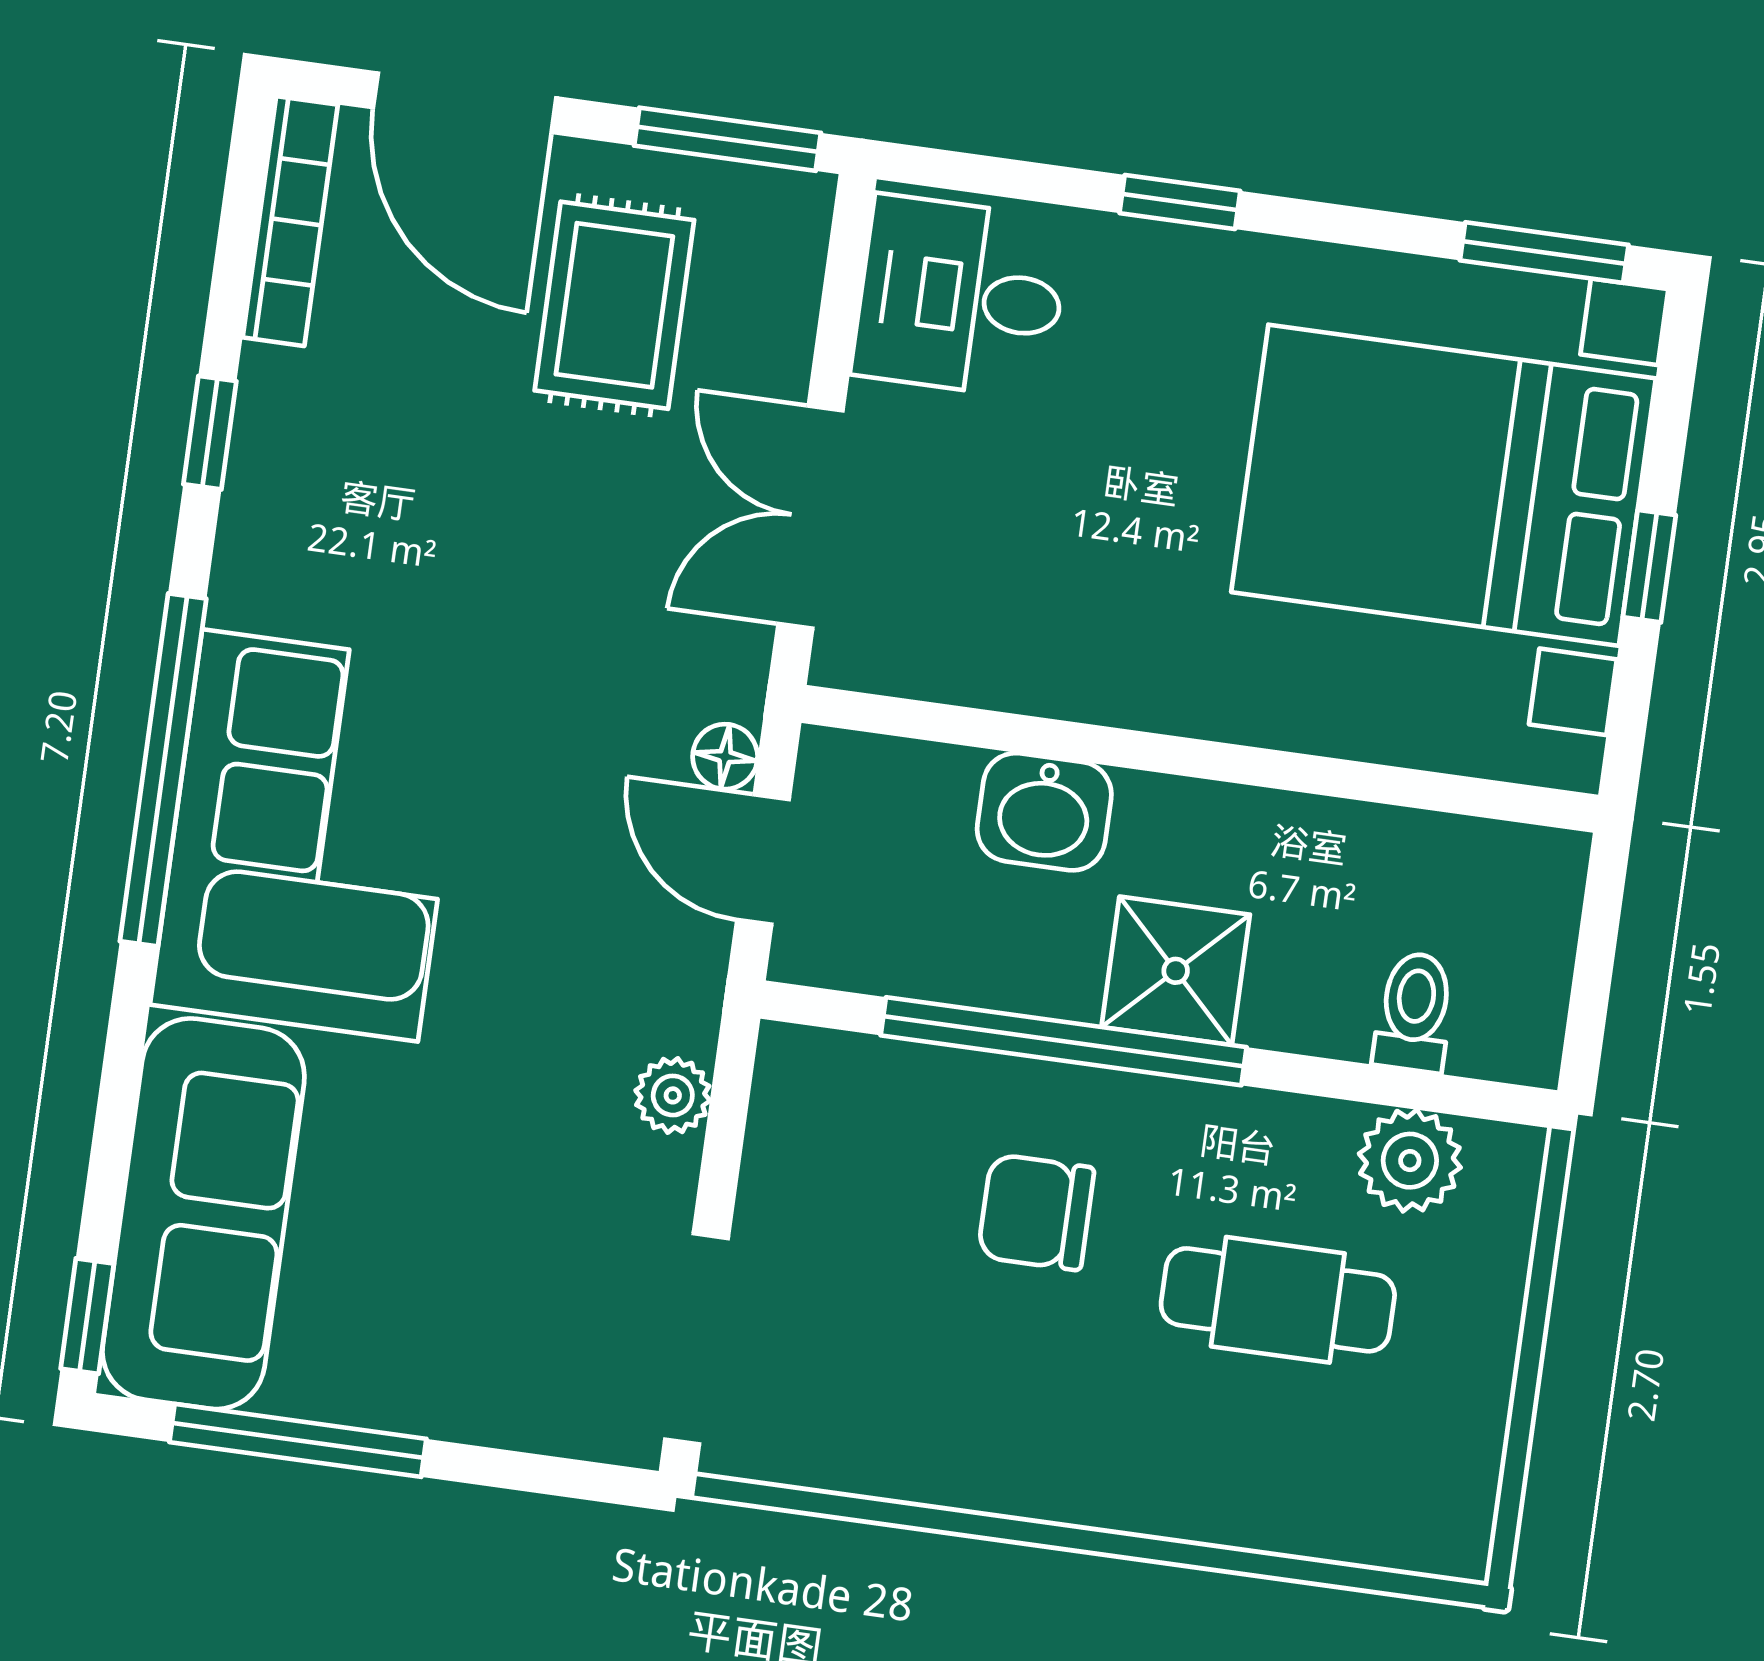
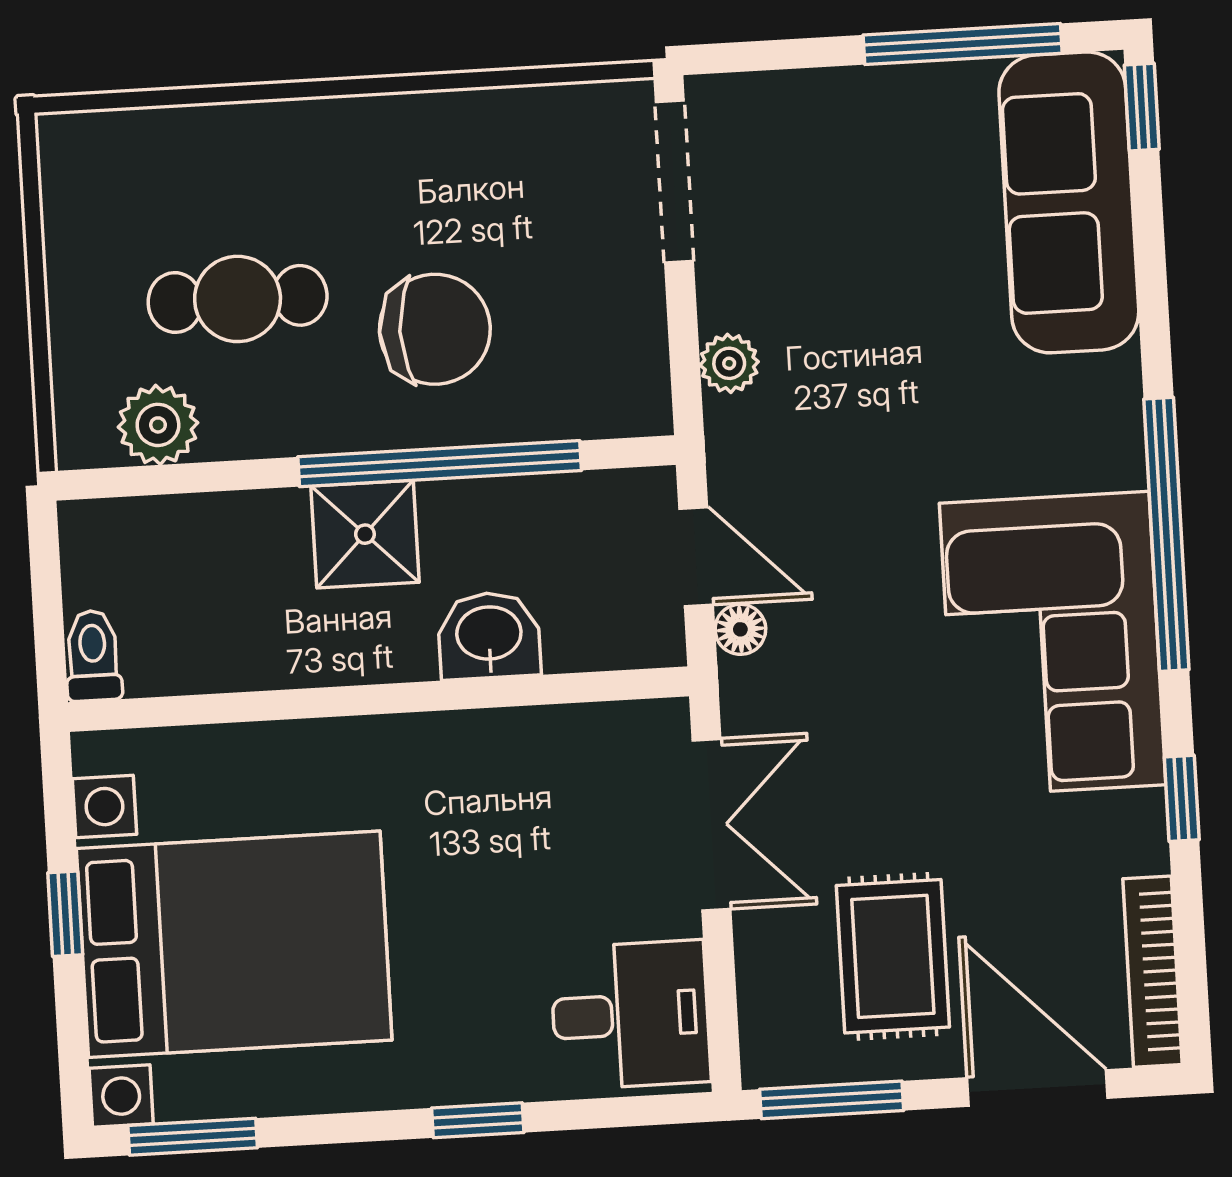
corner sofa: (310, 835) -> (1053, 644), moved
toilet: (1414, 1012) -> (93, 656), moved, turned 180
chair: (1036, 1212) -> (435, 329), width x1.37, depth x1.37

